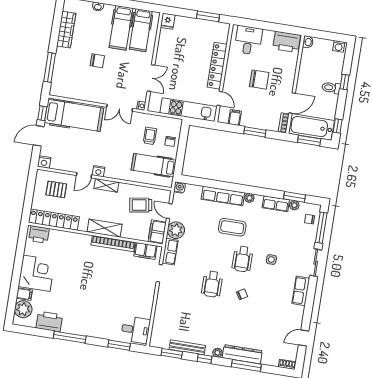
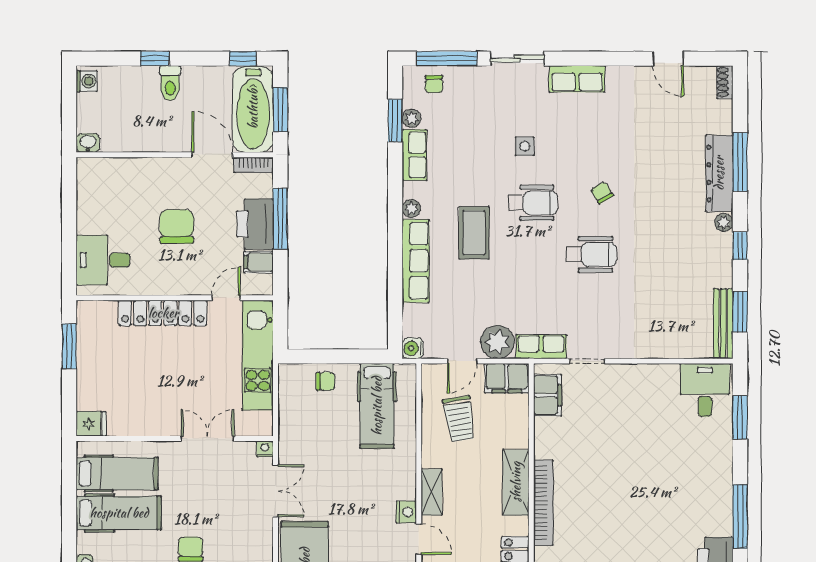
printer: (287, 42) -> (255, 224), moved, turned 180
window: (255, 132) -> (280, 218), width x1.44
trolley: (150, 136) -> (321, 422), removed
bookcase: (113, 244) -> (543, 503), moved
bench: (187, 347) -> (723, 324), moved

